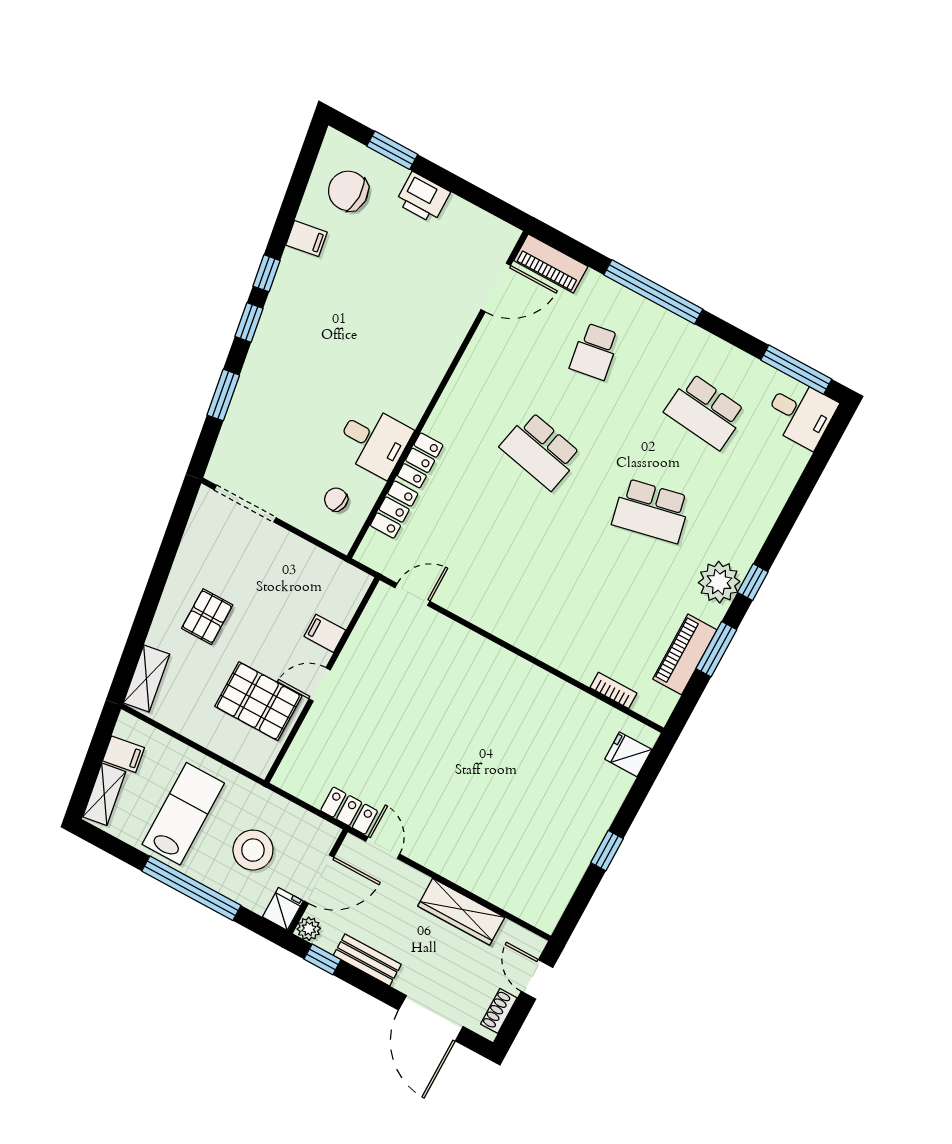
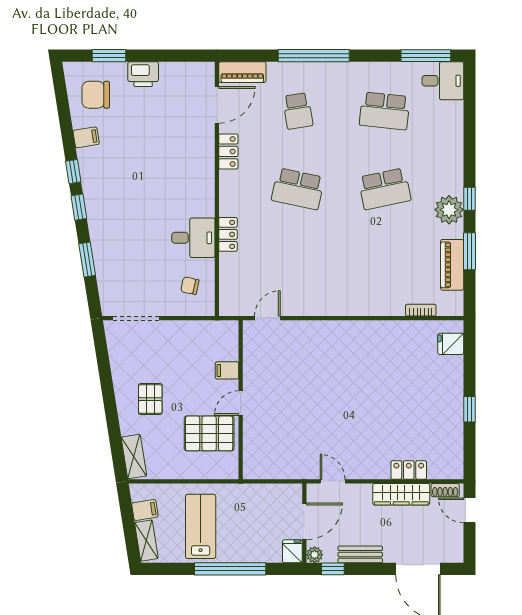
locker: (394, 509) -> (228, 151), moved
locker: (349, 811) -> (409, 470), moved
stool: (253, 850) -> (255, 525), removed
shoe rack: (499, 1011) -> (445, 490), moved, turned -90

